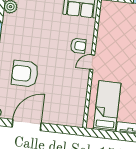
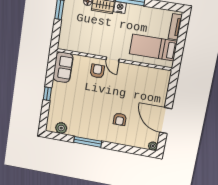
armchair: (25, 74) -> (120, 119), width x0.53, depth x0.53

